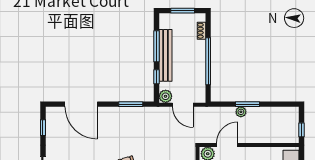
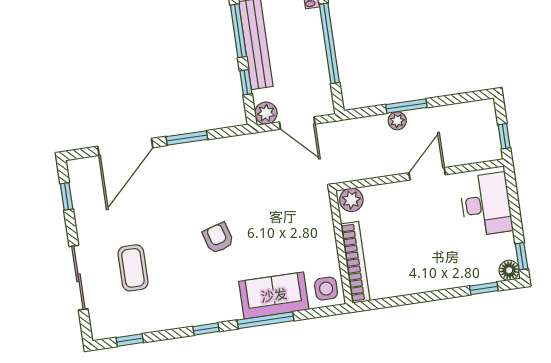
door: (81, 104) -> (125, 147), hinge flipped
window: (131, 104) -> (187, 138), moved
door: (227, 145) -> (427, 174), moved

